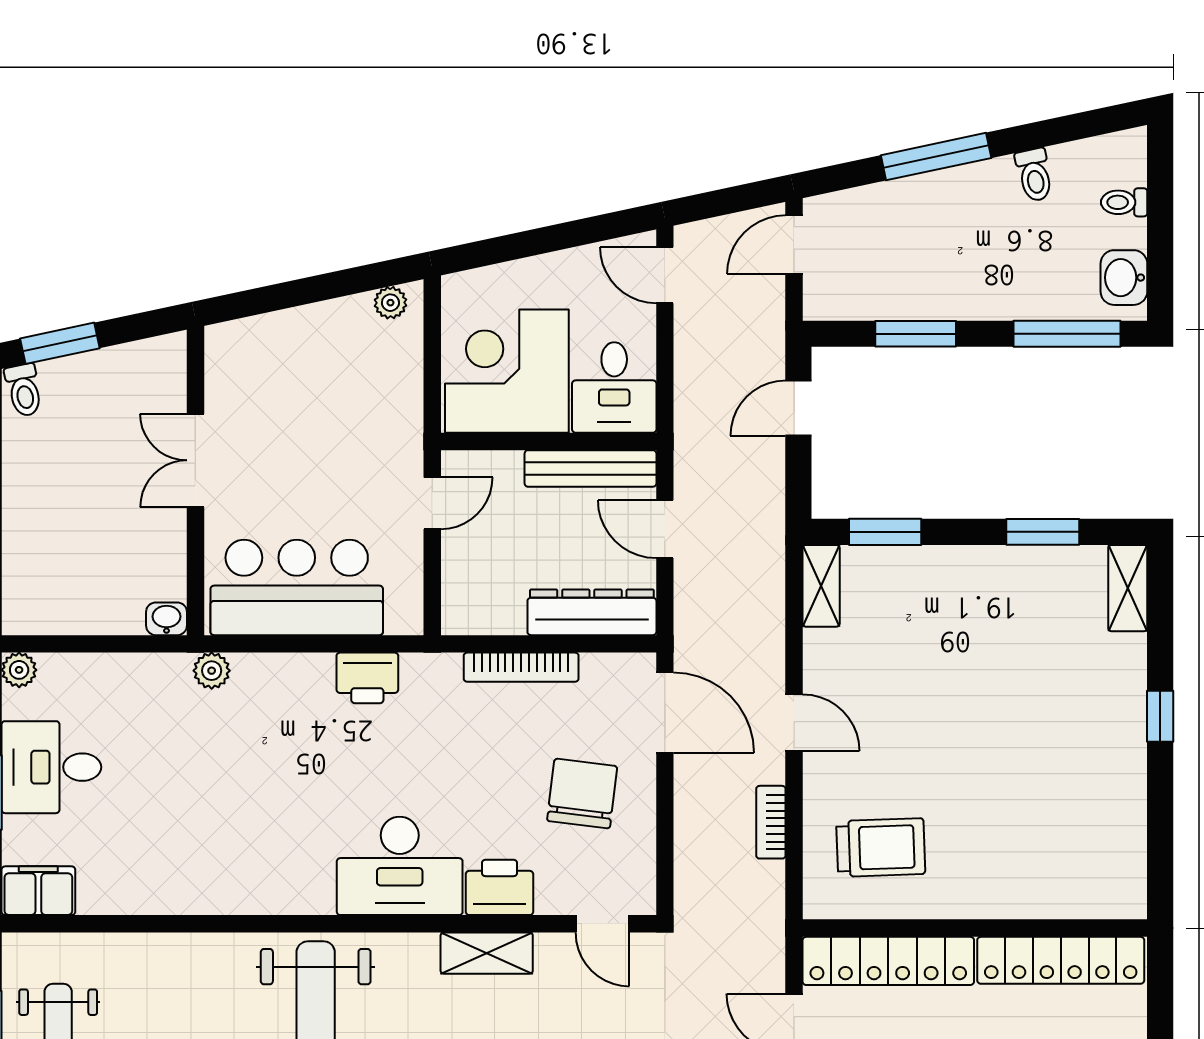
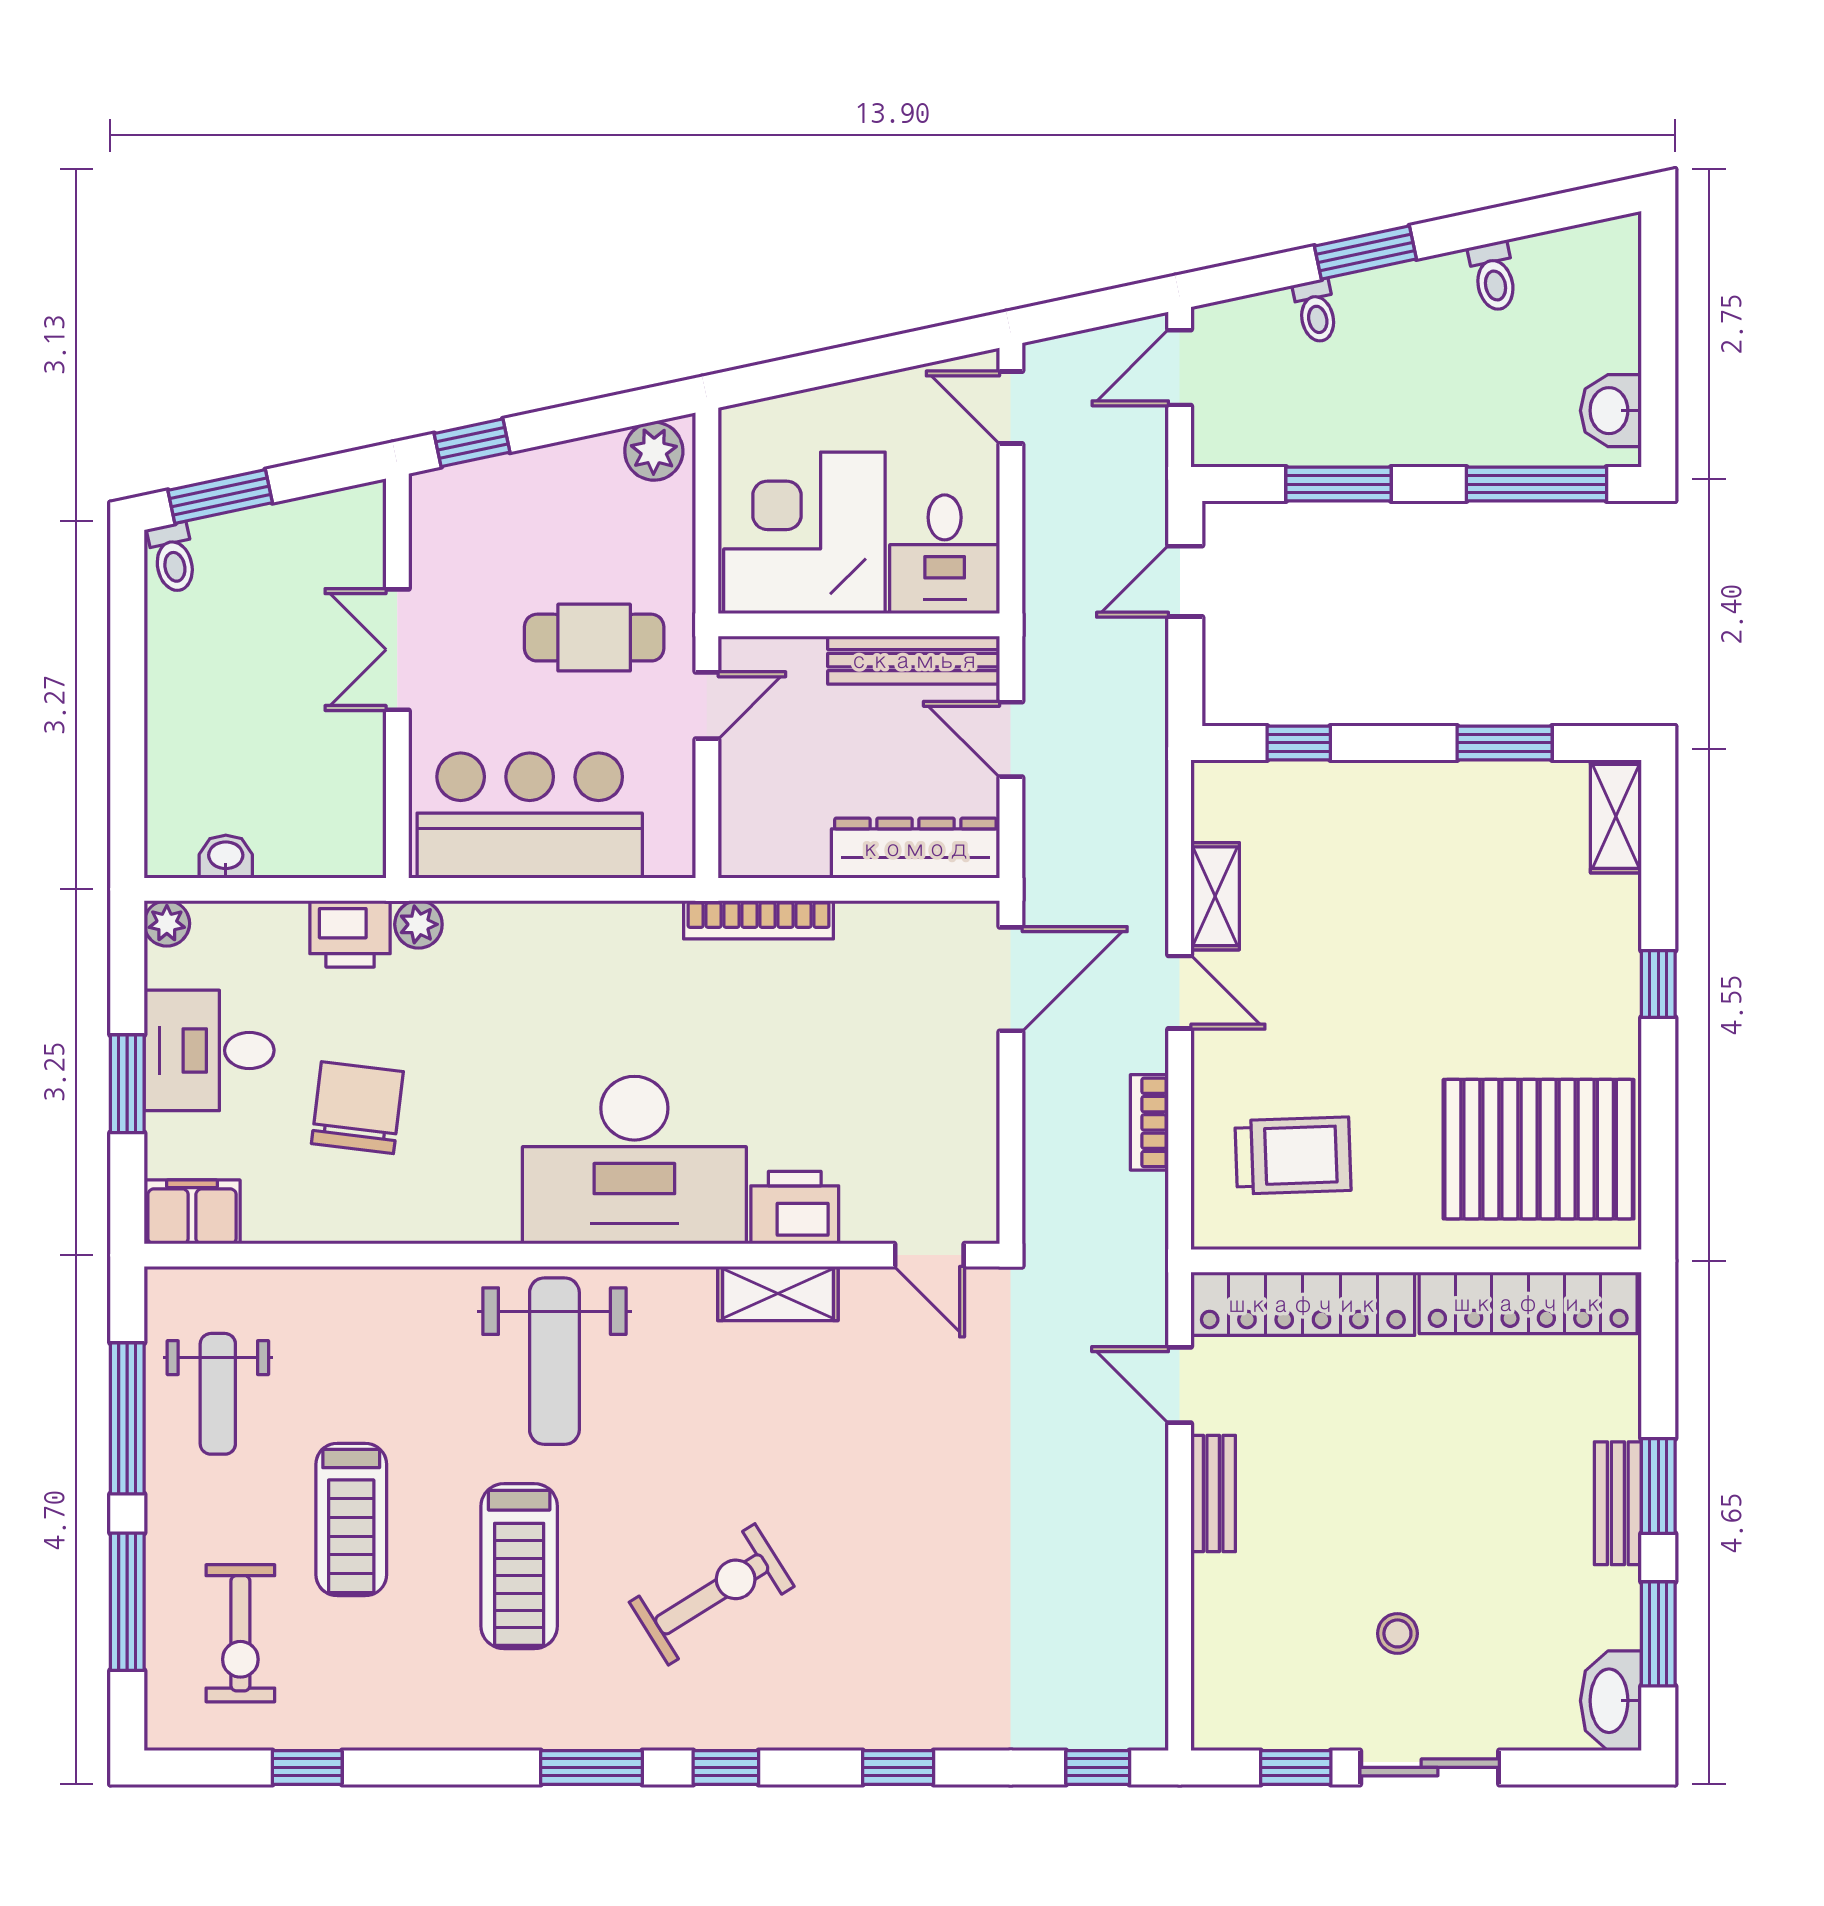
window: (936, 157) -> (1365, 252), width x0.69
toilet: (1124, 202) -> (1316, 311), moved, turned -102
window: (253, 302) -> (472, 443), added
plant: (390, 303) -> (654, 451), width x1.38, depth x1.38
cafe table: (346, 451) -> (594, 638), added
window: (885, 532) -> (1299, 743), width x0.67
shelving: (821, 586) -> (1215, 896), moved
washbasin: (166, 619) -> (226, 857), moved
bookcase: (521, 667) -> (759, 920), moved
printer: (367, 678) -> (350, 934), moved
door: (665, 713) -> (1011, 979), hinge flipped
chair: (582, 794) -> (357, 1108), moved
pallet: (1069, 843) -> (1539, 1149), added
desk: (400, 866) -> (634, 1160), width x1.36, depth x1.30

